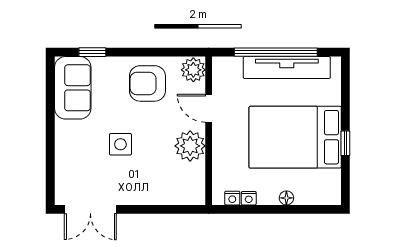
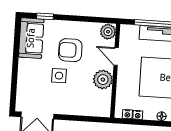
armchair: (147, 83) -> (70, 50), moved

